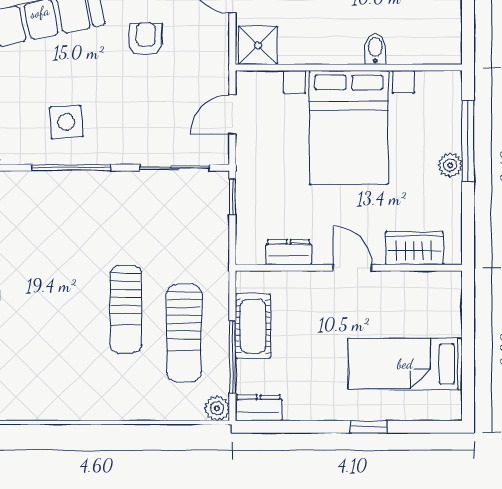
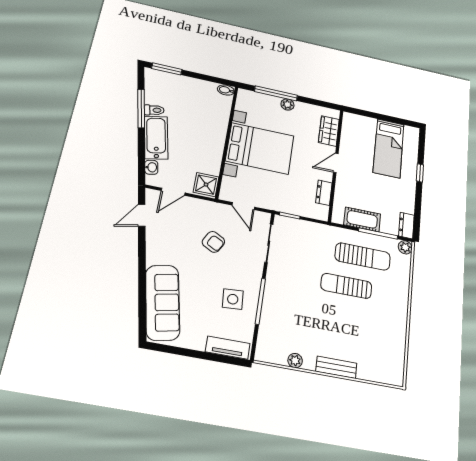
armchair: (146, 39) -> (213, 242), moved, turned -152
bidet: (375, 49) -> (226, 90), moved
sun lounger: (126, 309) -> (346, 286), turned 180

